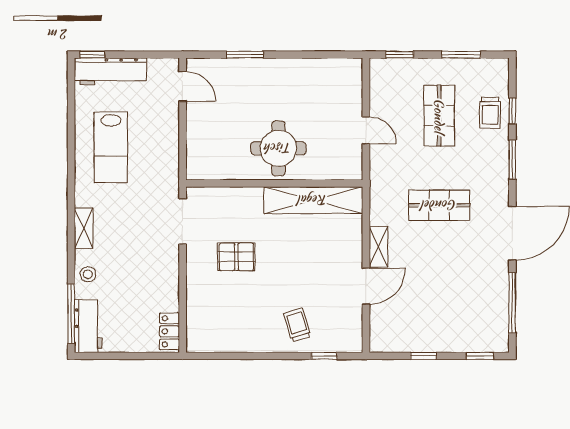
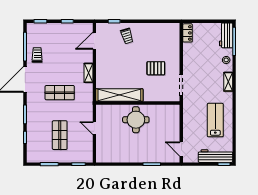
trolley: (490, 113) -> (37, 55), moved
door: (366, 286) -> (94, 41), moved

